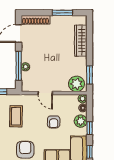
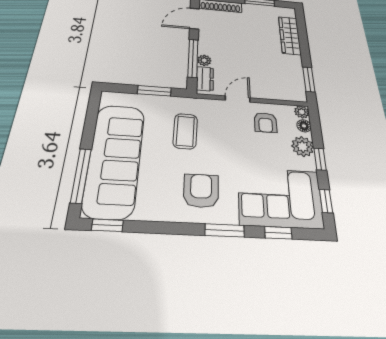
dresser: (26, 80) -> (205, 79), added
plant: (77, 84) -> (289, 90), removed
door: (45, 93) -> (238, 99), swing flipped
armchair: (54, 122) -> (266, 122), moved

